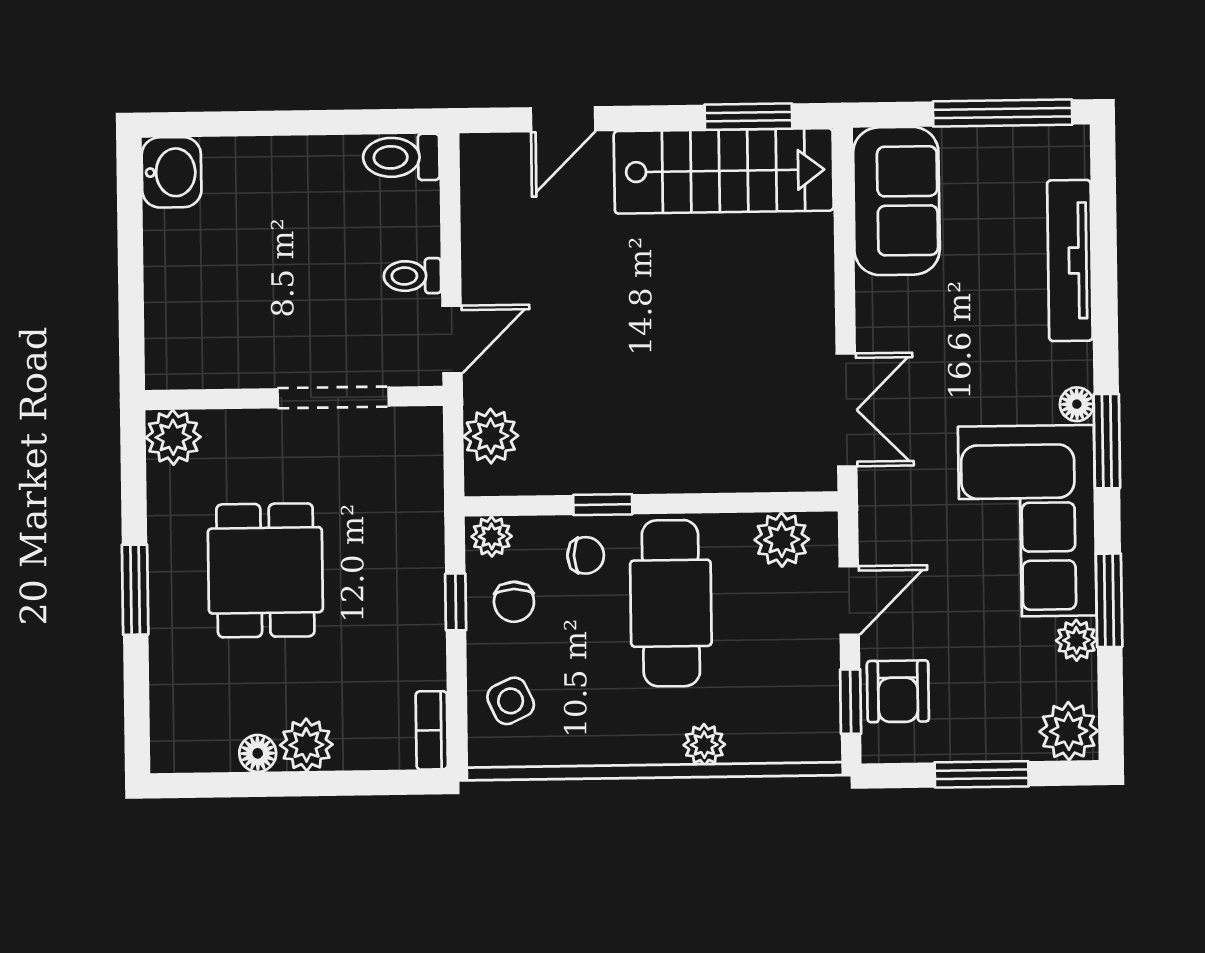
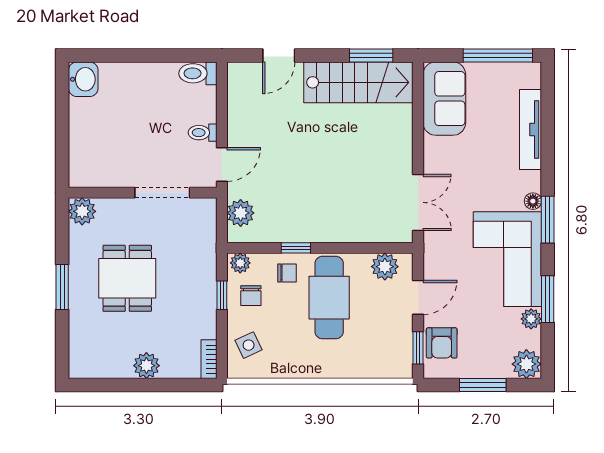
plant: (704, 745) -> (345, 368), removed
floor lamp: (258, 753) -> (122, 369), removed

